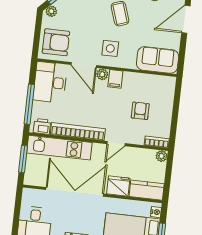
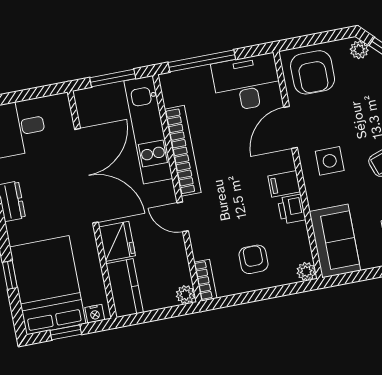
plant: (102, 74) -> (306, 272), moved
armchair: (140, 111) -> (253, 259), moved, turned -90
printer: (42, 126) -> (292, 209), moved, turned 180

